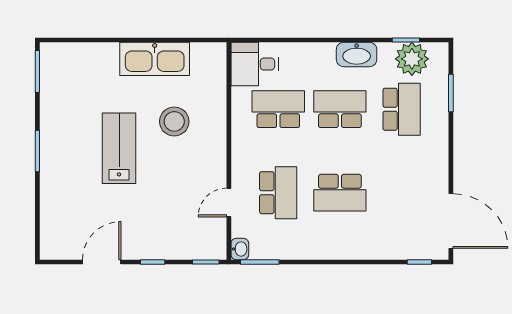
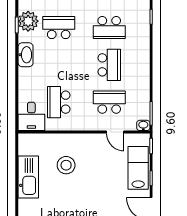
school desk: (340, 109) -> (109, 28), moved, turned -90
lab bench: (119, 148) -> (138, 168), moved, turned 90

